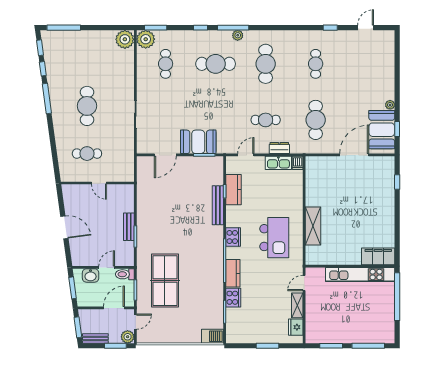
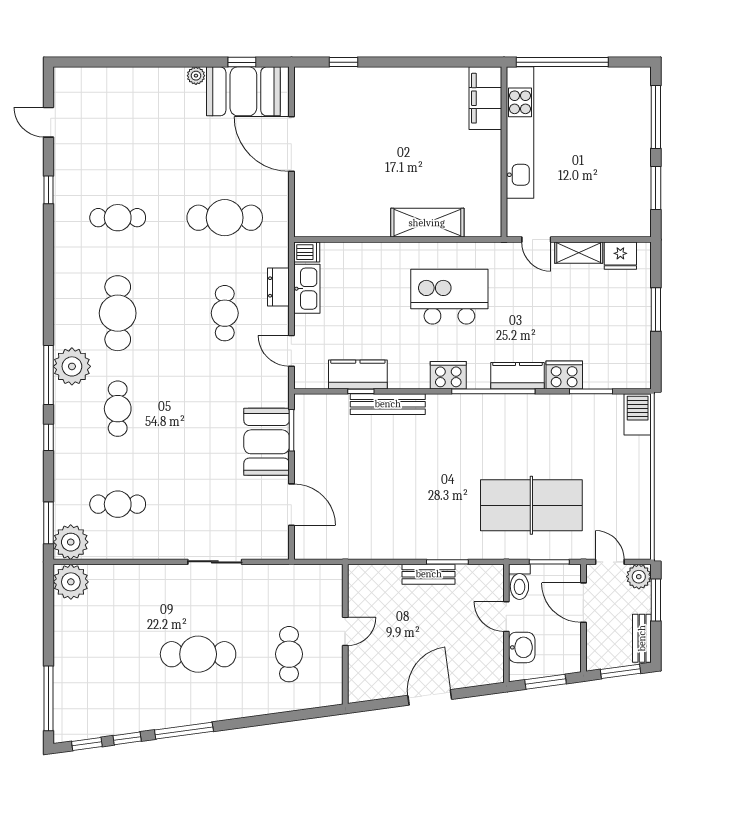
plant: (238, 35) -> (72, 366), width x1.88, depth x1.88
cafe table: (216, 64) -> (118, 409), width x0.73, depth x0.74
cafe table: (266, 64) -> (118, 313), turned 90

